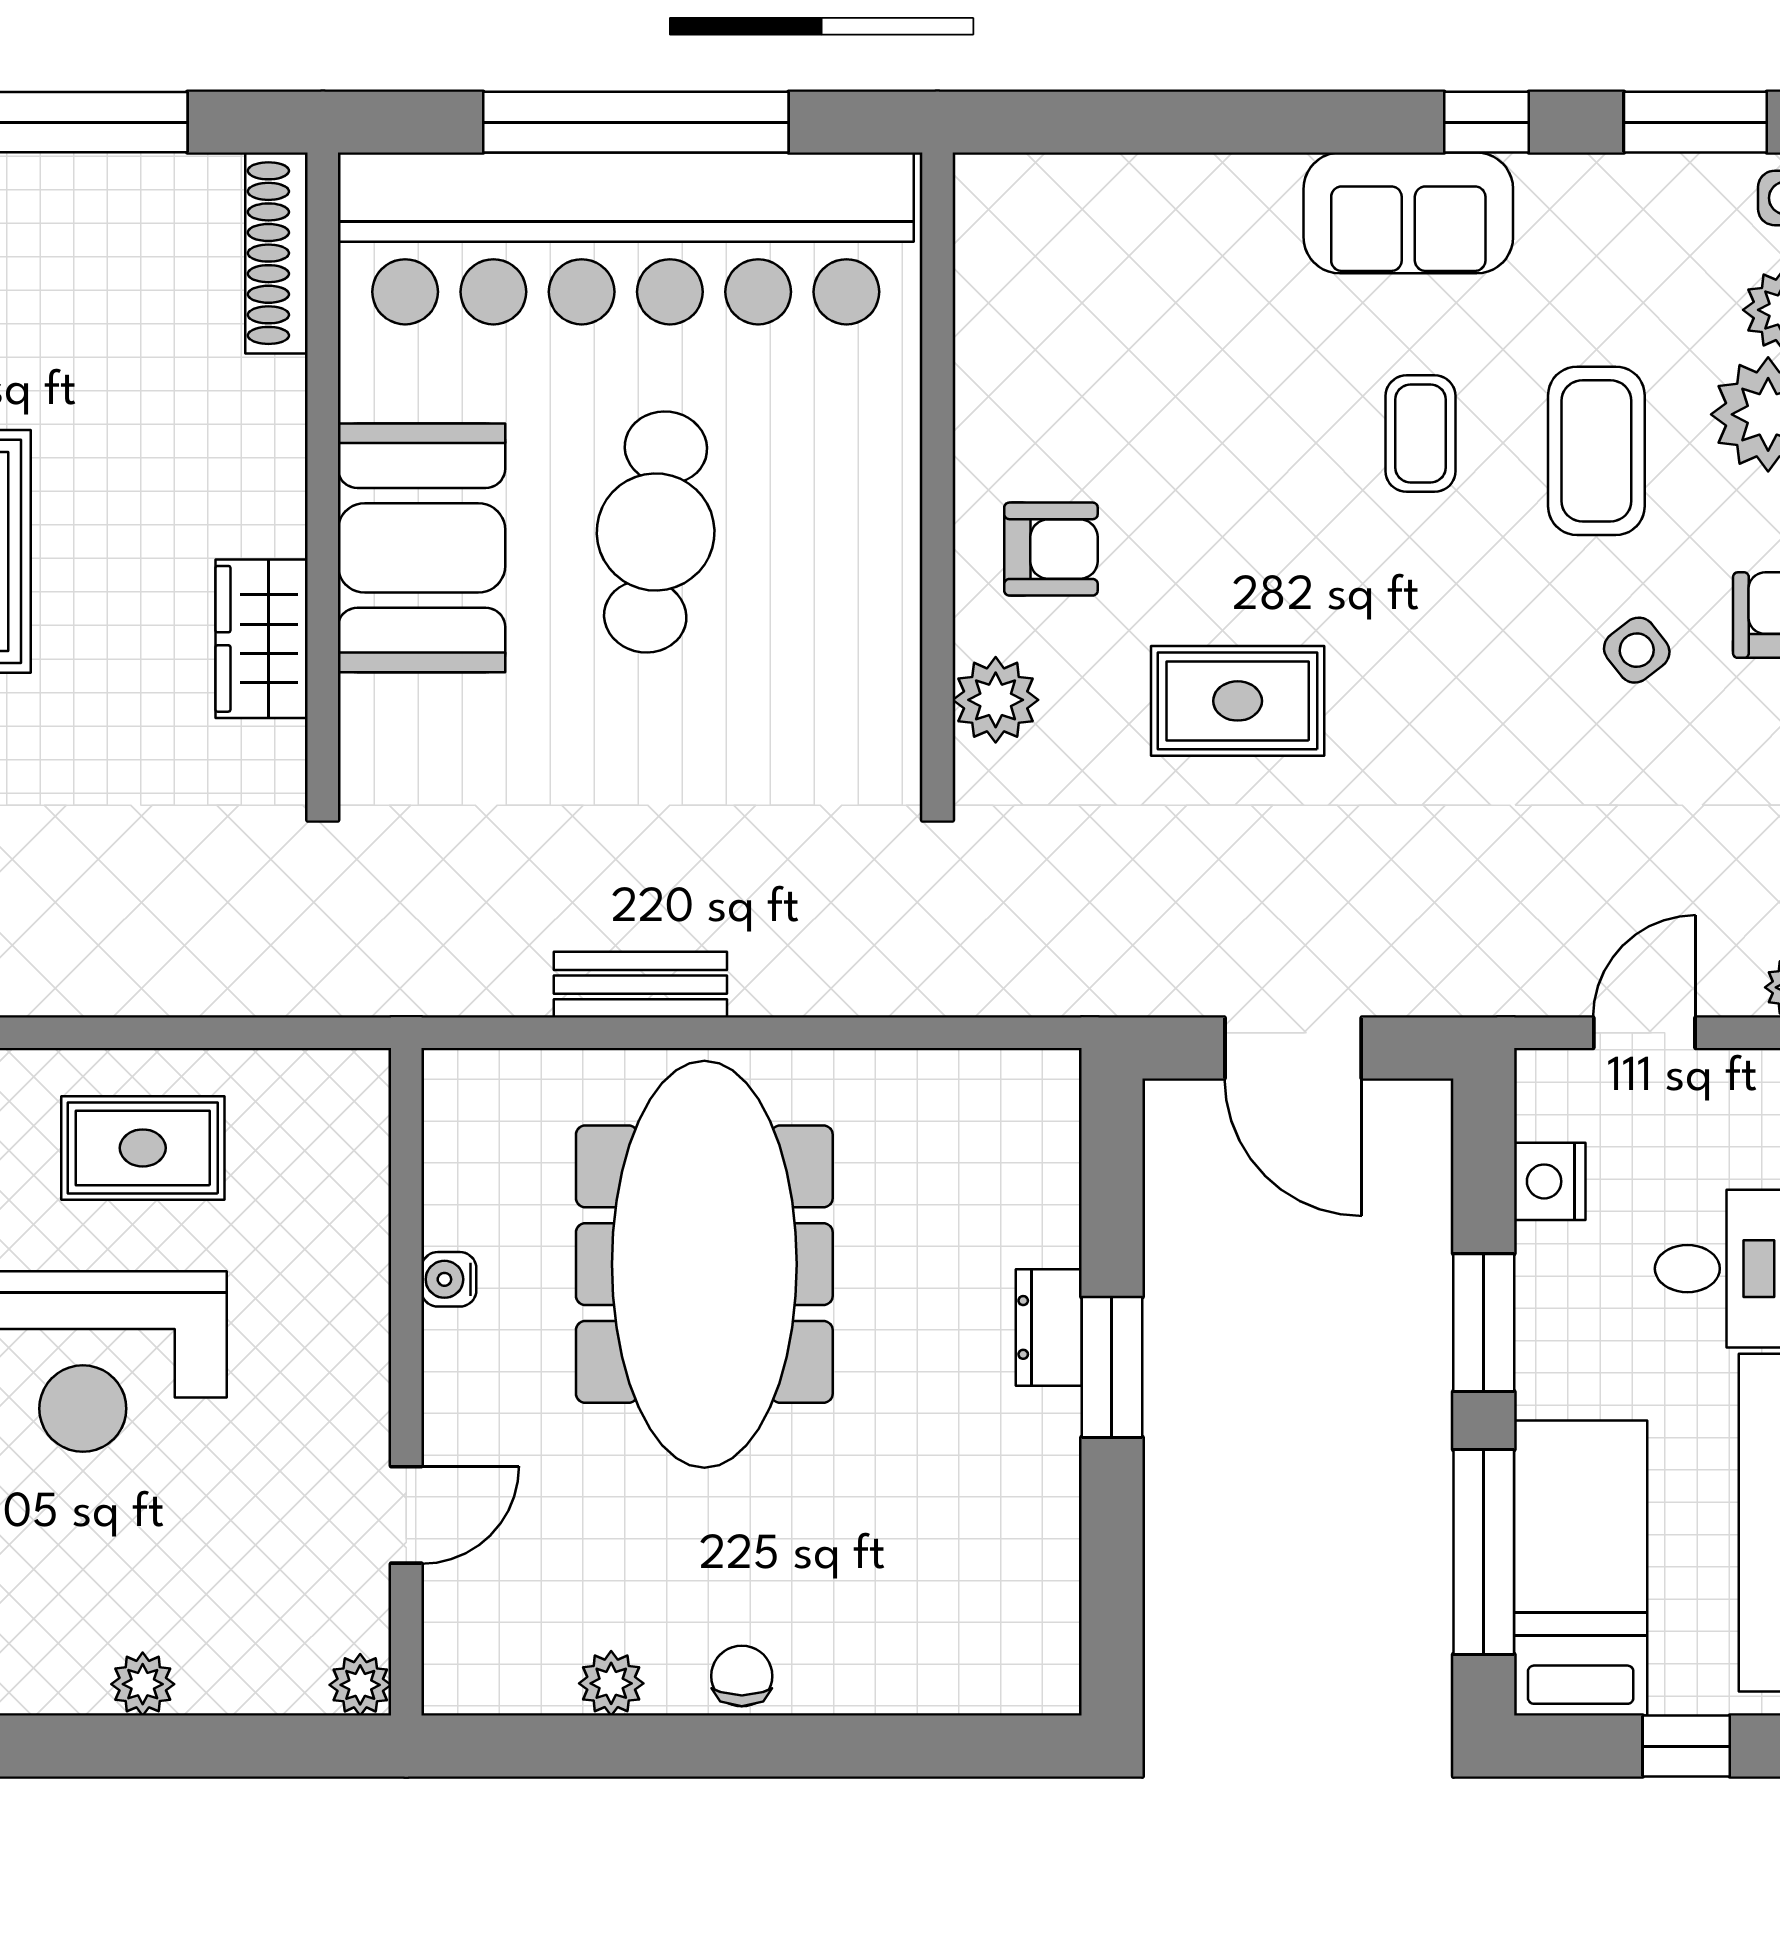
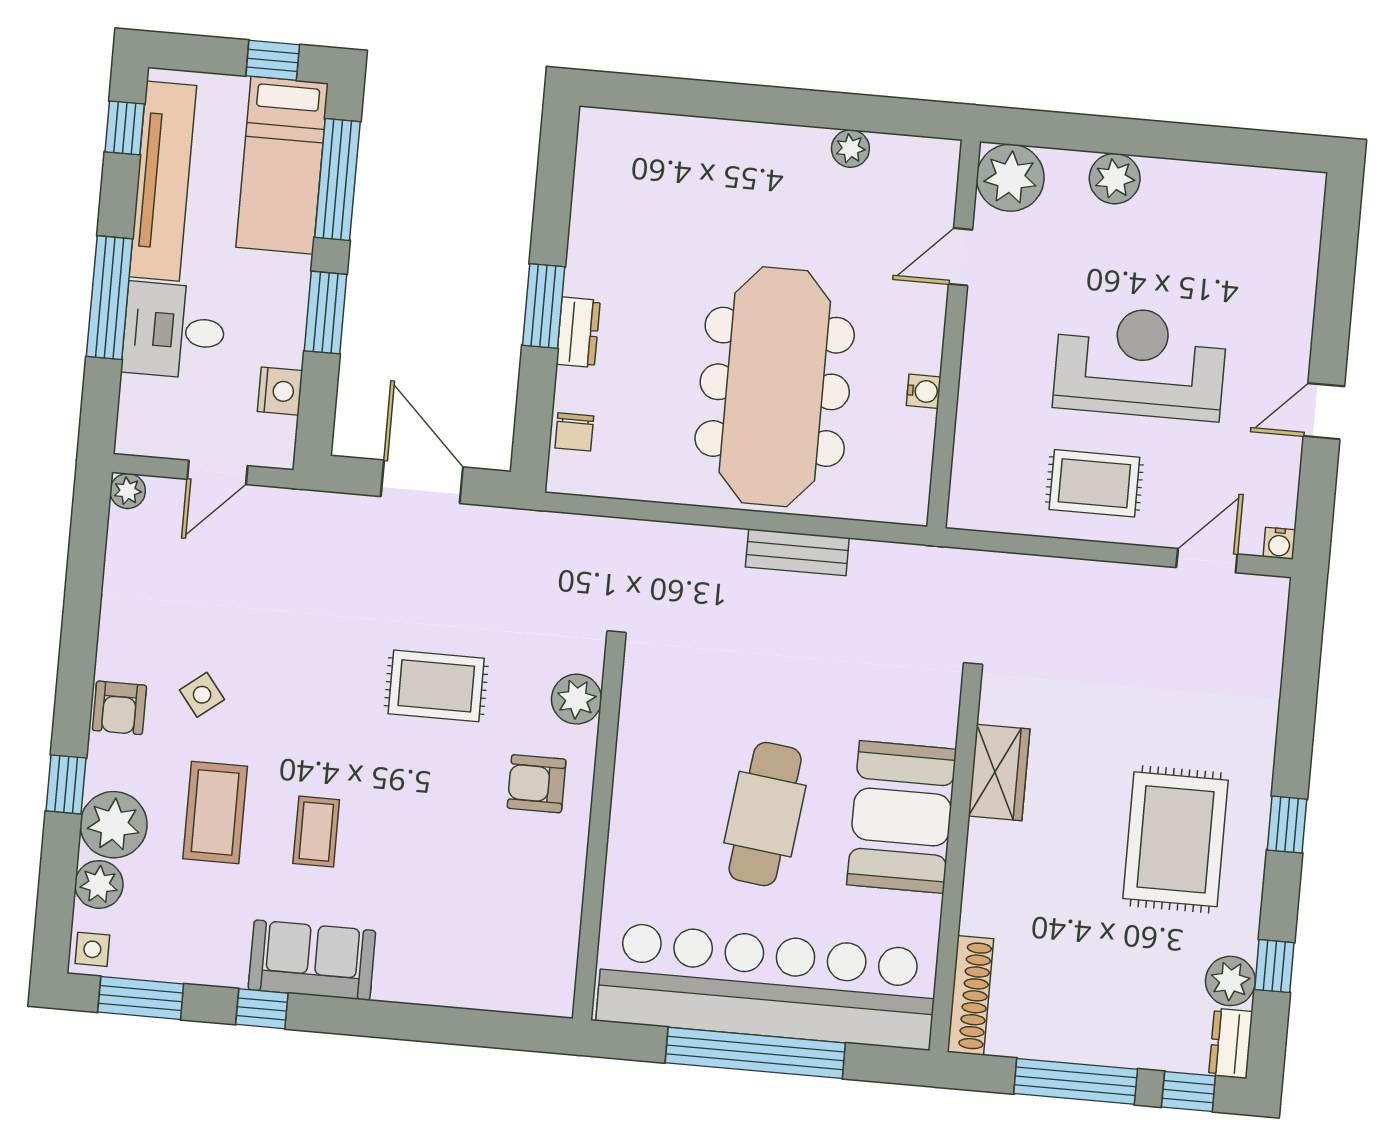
chair: (742, 1676) -> (574, 432), moved
plant: (143, 1684) -> (1115, 179), width x1.38, depth x1.38
plant: (360, 1685) -> (1010, 178), width x1.88, depth x1.88
window: (1686, 1746) -> (273, 60), moved

